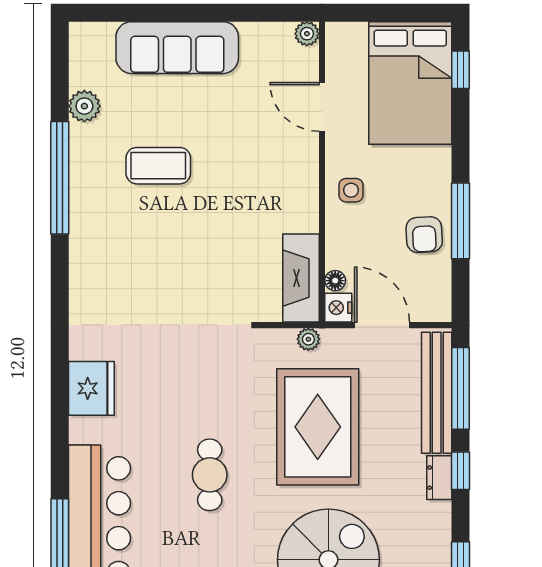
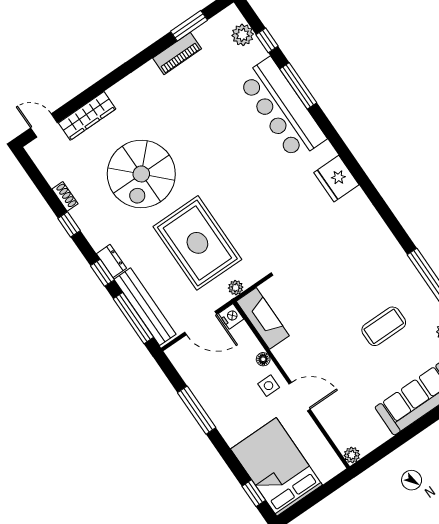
door: (322, 107) -> (300, 397), moved
armchair: (424, 235) -> (212, 389), removed
floor lamp: (335, 281) -> (263, 359), moved
cafe table: (210, 475) -> (239, 176), removed

